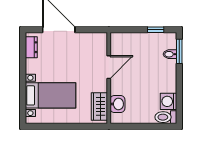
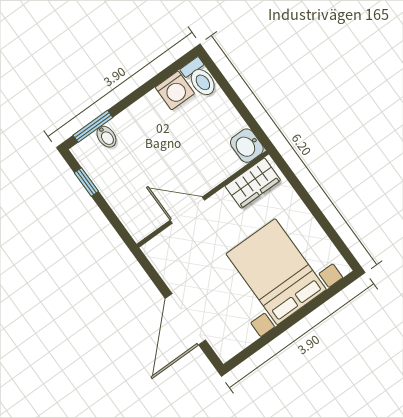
dresser: (31, 47) -> (238, 340), removed
bed with nightstands: (50, 95) -> (276, 272), width x1.36
washbasin: (117, 104) -> (247, 146), moved, turned -90

